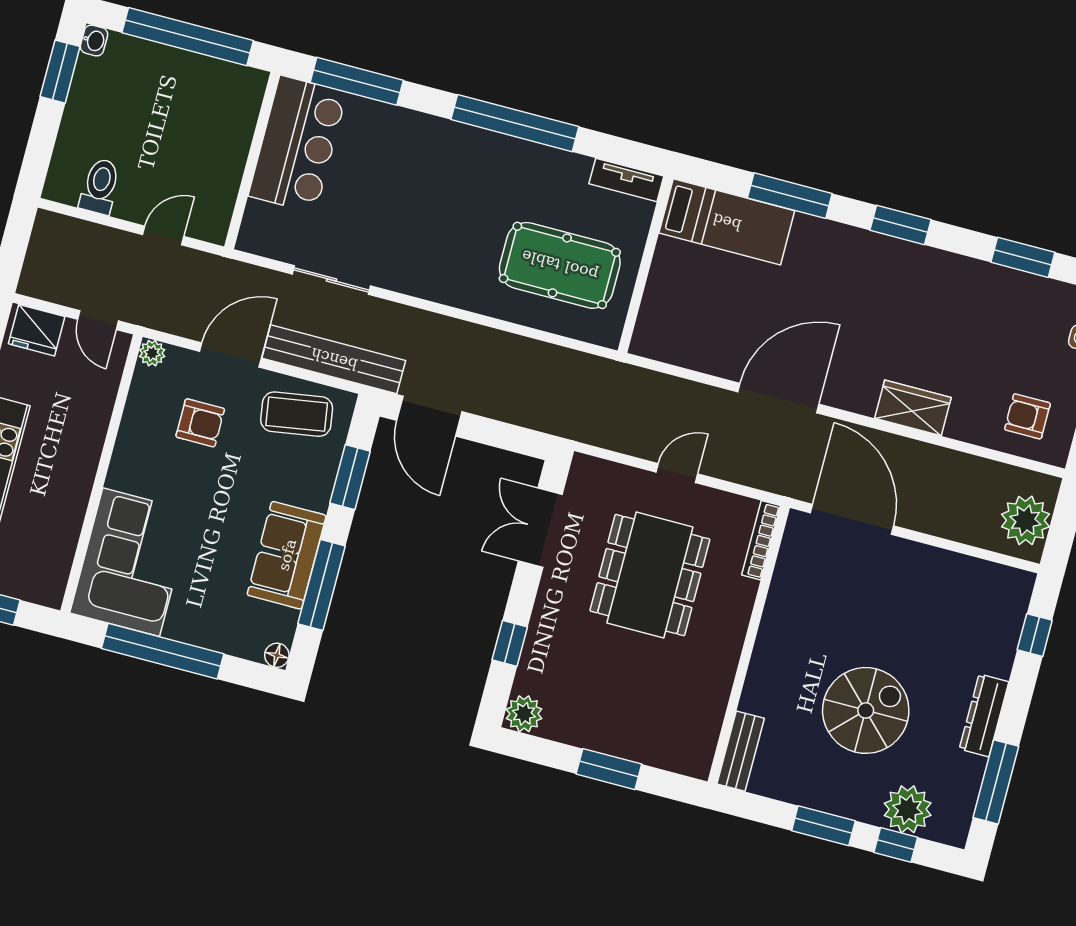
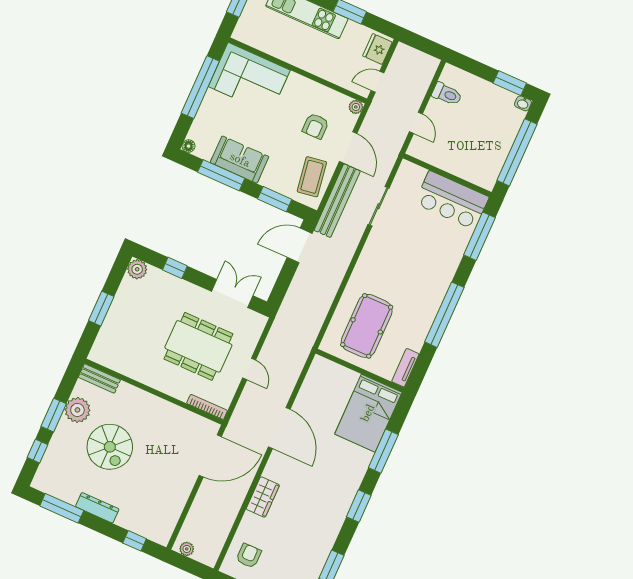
bed: (727, 222) -> (368, 413), width x1.50
plant: (1025, 520) -> (187, 549), width x0.53, depth x0.53
plant: (908, 809) -> (77, 410), moved

